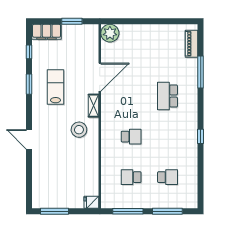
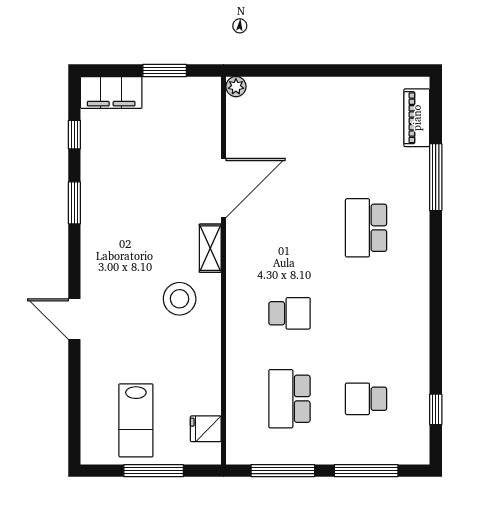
plant: (110, 33) -> (236, 87), width x0.53, depth x0.53
lab bench: (56, 87) -> (136, 420), moved, turned 180
window: (201, 136) -> (436, 409), moved
school desk: (131, 177) -> (289, 399), width x1.85
school desk: (167, 177) -> (366, 399), turned 180
fridge: (91, 202) -> (206, 429), moved
window: (55, 211) -> (154, 471), moved

